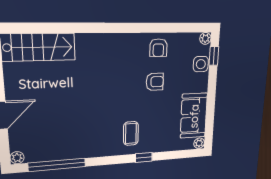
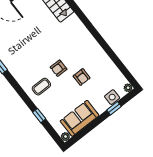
armchair: (158, 48) -> (59, 68), moved
window: (214, 56) -> (114, 108), moved
window: (144, 157) -> (39, 116), moved

